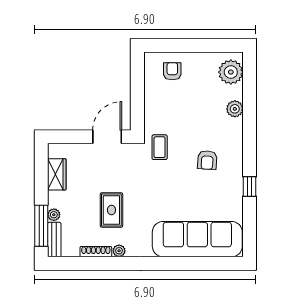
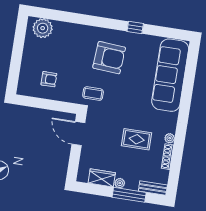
armchair: (172, 71) -> (49, 79), moved, turned 180
plant: (235, 109) -> (72, 30), removed
armchair: (207, 160) -> (109, 58), width x1.88, depth x1.88
plant: (54, 215) -> (120, 183), moved
window: (41, 226) -> (129, 195), moved

